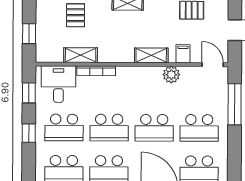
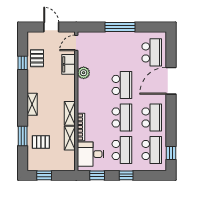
window: (29, 34) -> (44, 175), moved
filing cabinet: (183, 54) -> (68, 64), width x2.00
shelving: (151, 55) -> (70, 113), moved
window: (235, 104) -> (120, 27), moved
school desk: (199, 128) -> (122, 52), removed

